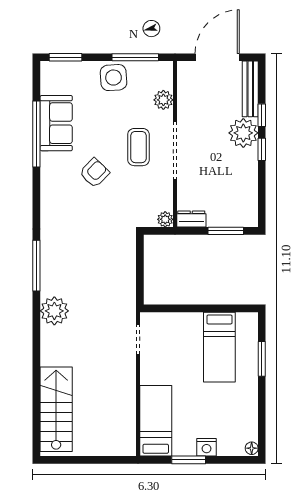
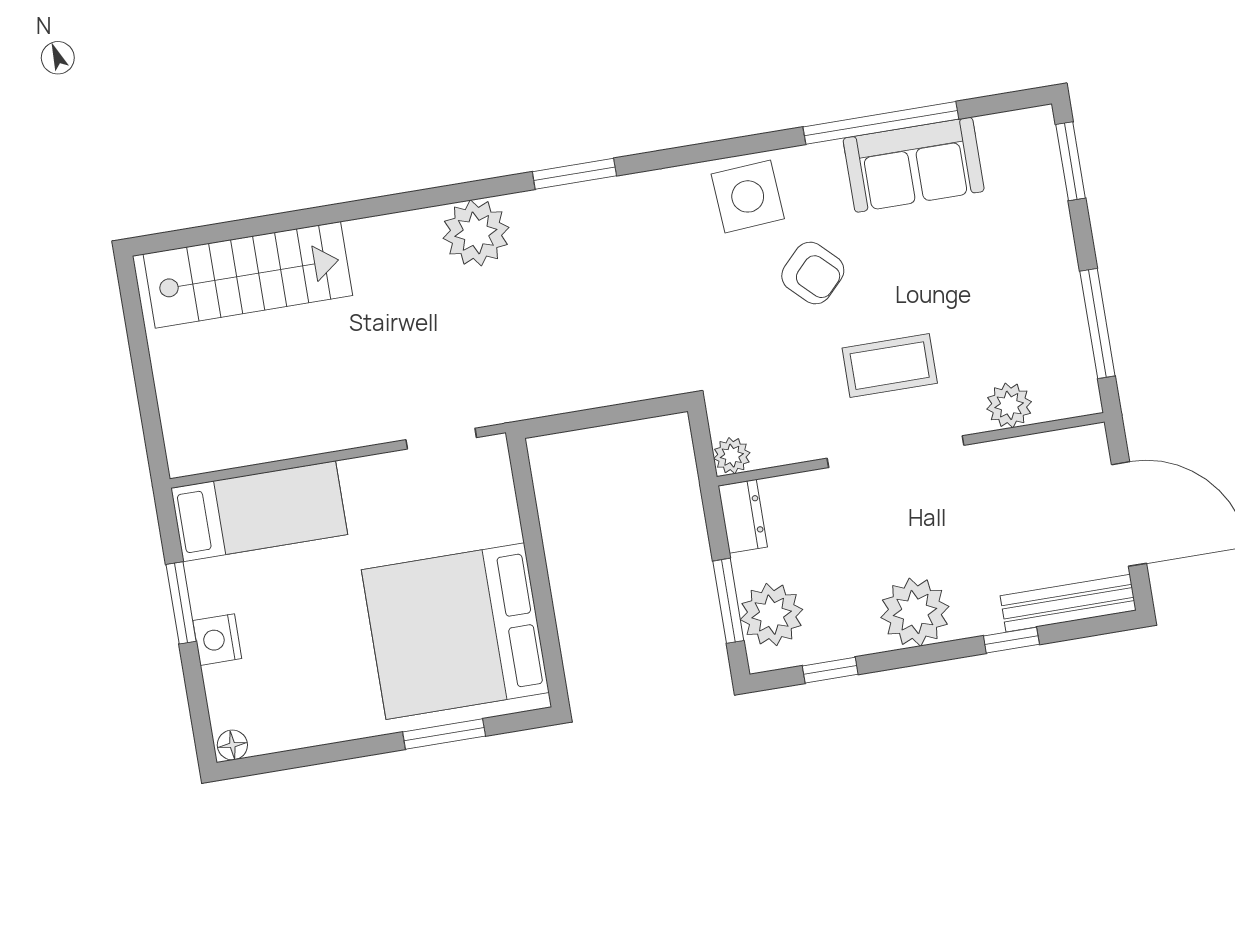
side table: (114, 78) -> (748, 196), moved
plant: (243, 133) -> (915, 612), moved
window: (262, 149) -> (830, 670), moved
plant: (234, 214) -> (772, 615), added
window: (36, 266) -> (574, 174), width x0.69
bed: (219, 347) -> (455, 631), width x2.04

